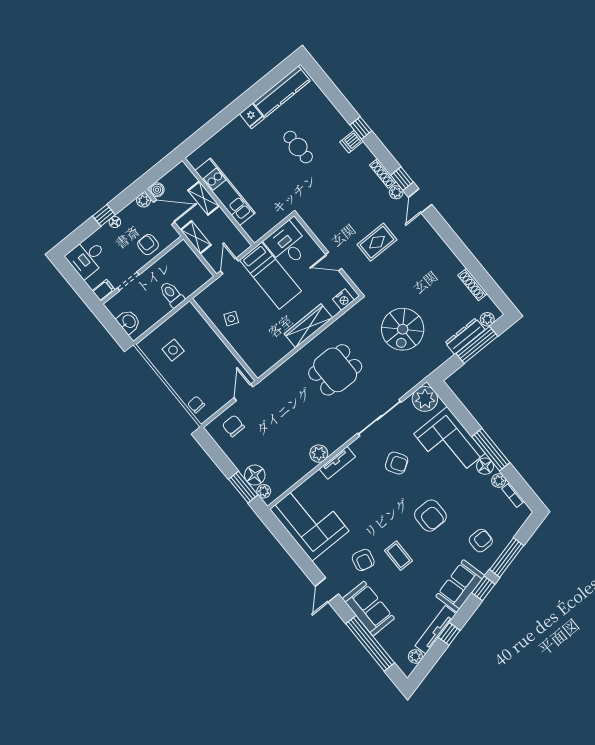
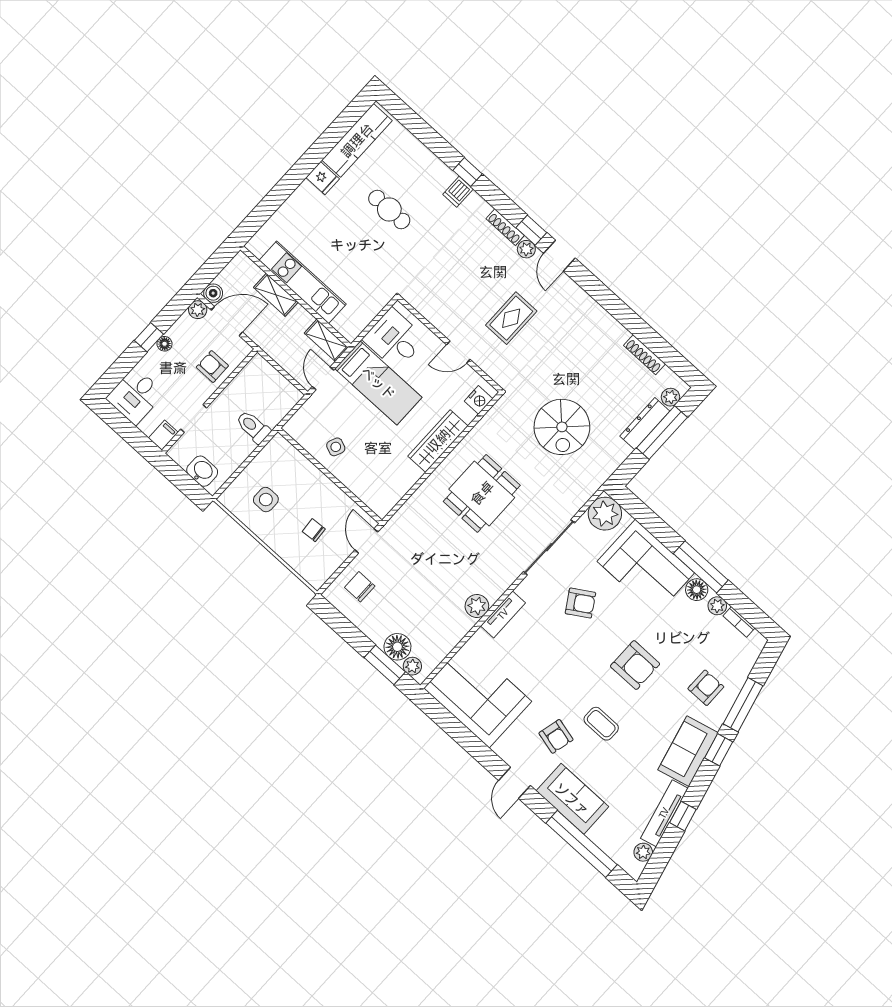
shelving: (196, 237) -> (326, 340), moved
chair: (196, 404) -> (314, 530), moved

